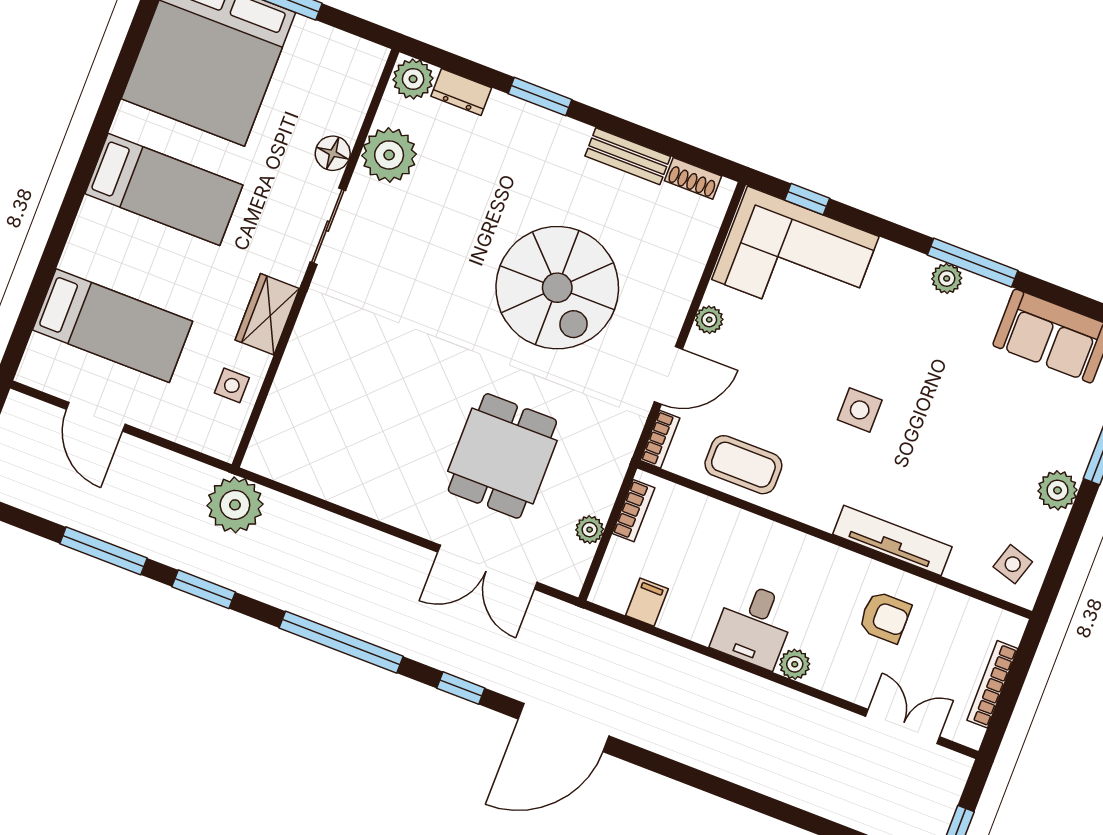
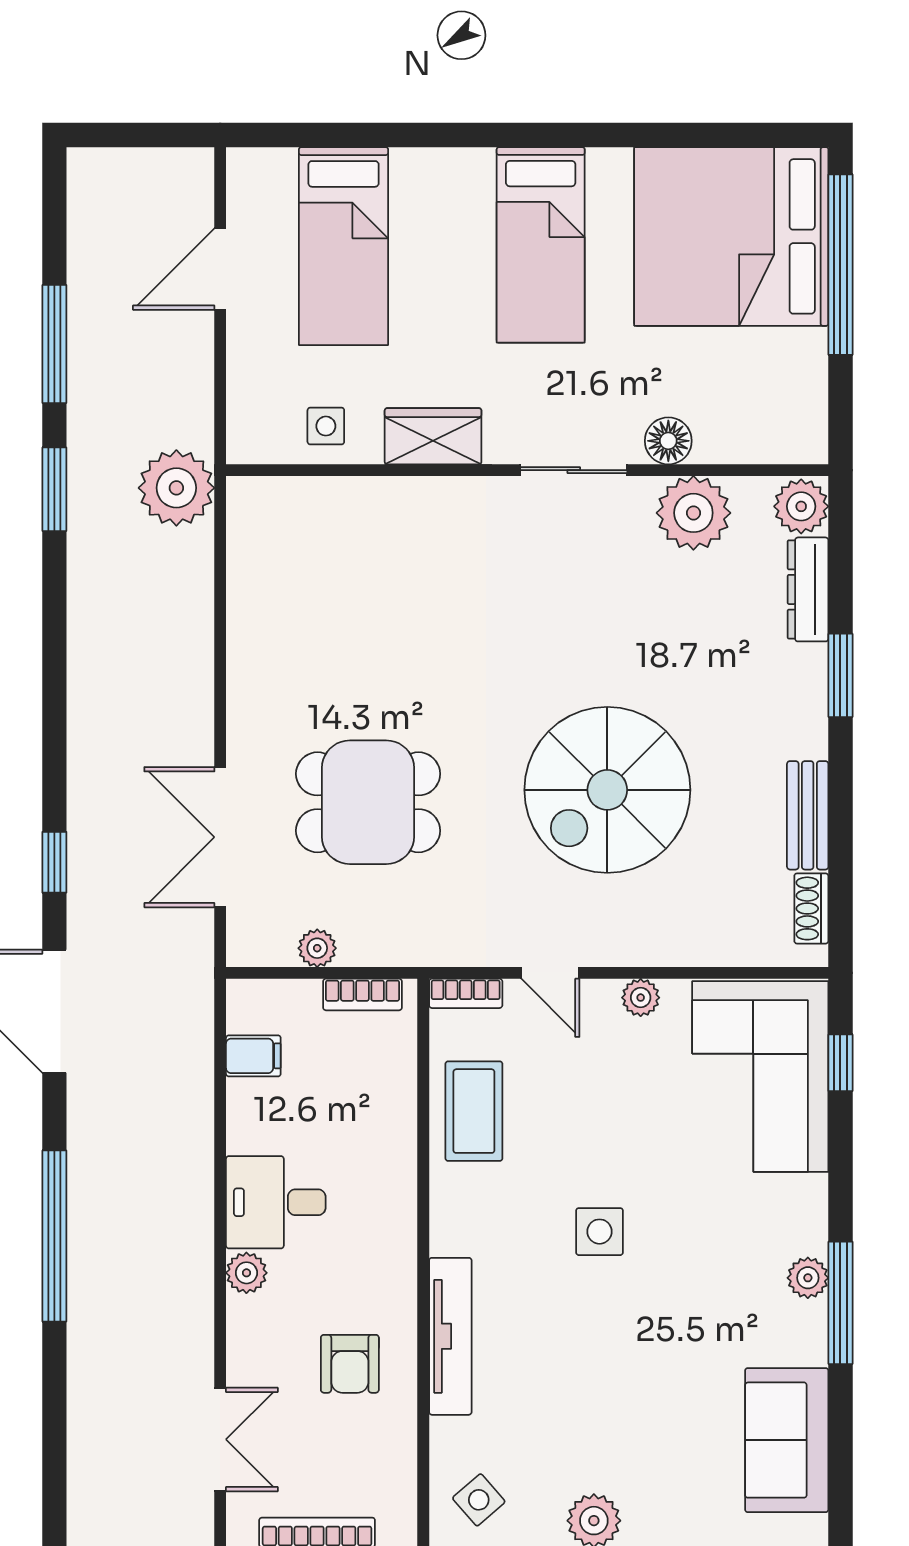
dresser: (461, 92) -> (808, 589), width x1.44
door: (668, 375) -> (550, 973), width x0.73
side table: (1013, 564) -> (479, 1500), turned 32
window: (341, 642) -> (54, 1236), moved

